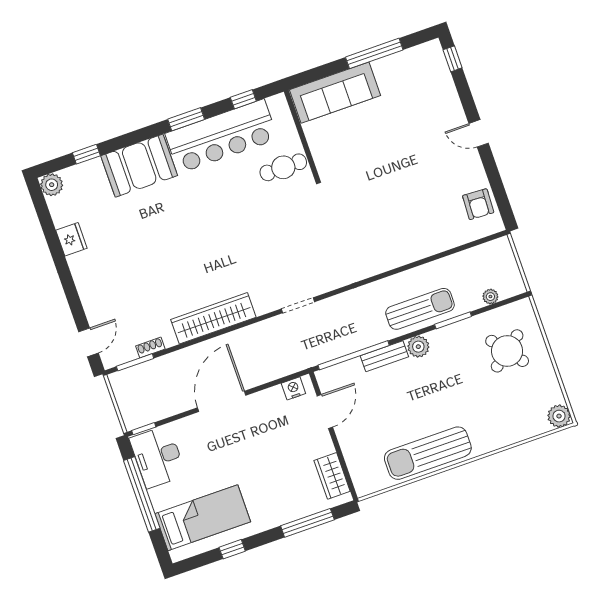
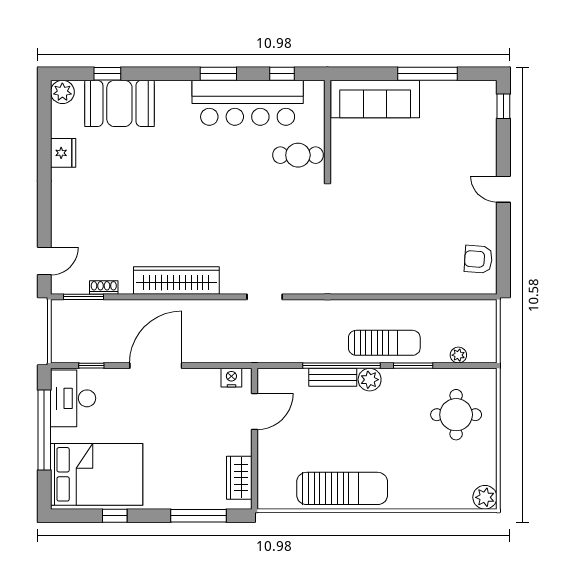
booth: (139, 166) -> (119, 103), moved
armchair: (478, 204) -> (478, 259), turned 91
round table: (507, 351) -> (456, 415), turned 38
window: (354, 355) -> (342, 366), moved
window: (144, 429) -> (91, 366), moved
sun lounger: (428, 453) -> (342, 488), turned 180
bed: (203, 518) -> (97, 474), width x1.50

